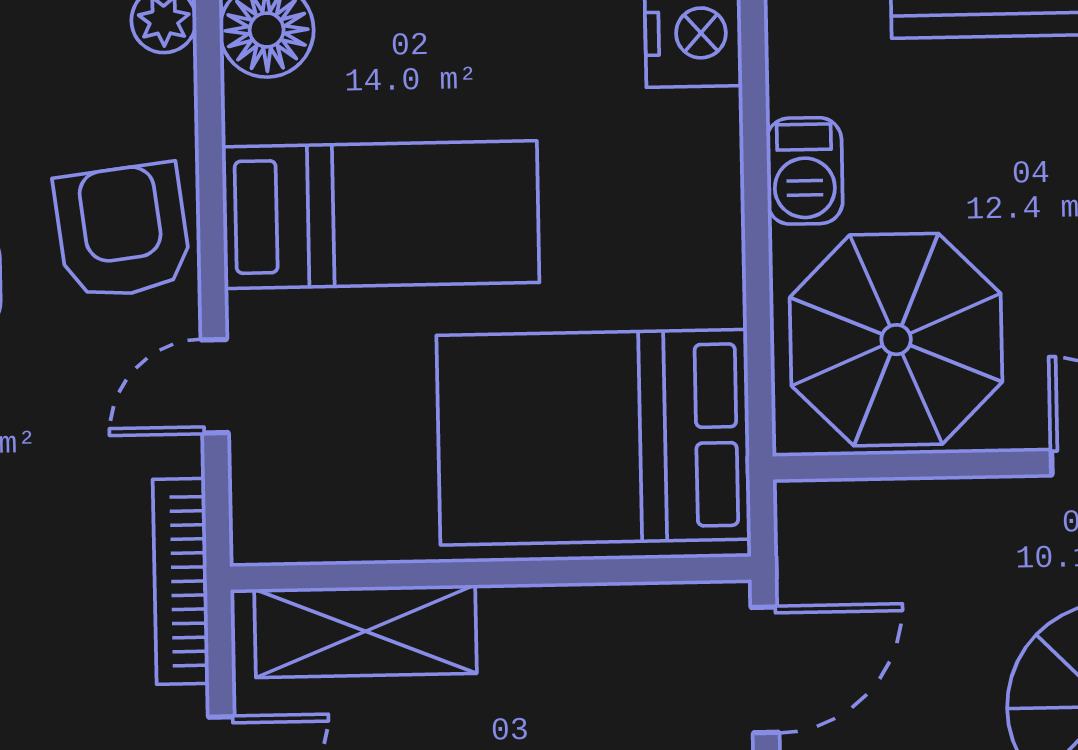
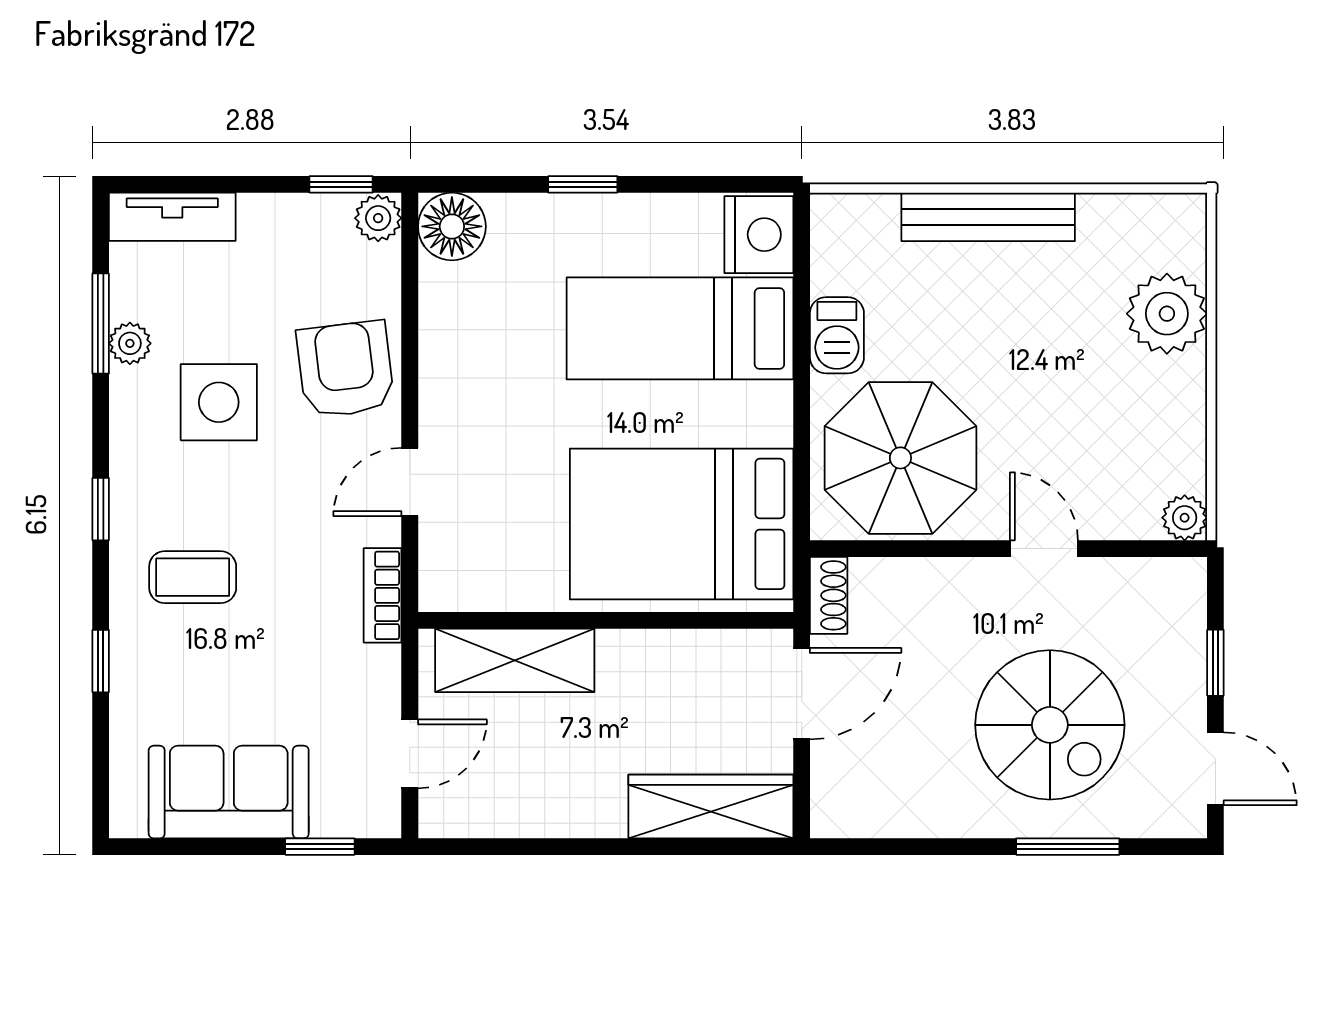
bed: (381, 215) -> (680, 328), moved, turned 180
shoe rack: (800, 533) -> (829, 595), added
bookcase: (181, 581) -> (383, 595), width x0.64

